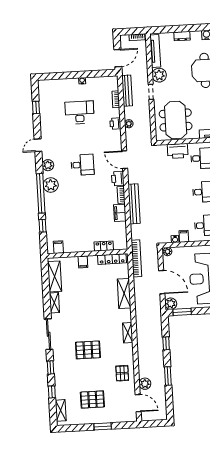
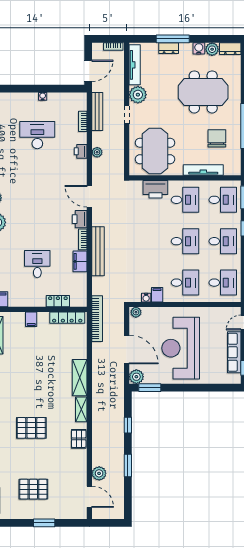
window: (185, 28) -> (173, 39), added
desk: (82, 165) -> (37, 264), moved, turned -90
shelving: (124, 293) -> (80, 378), moved
pallet: (122, 373) -> (79, 439), moved

